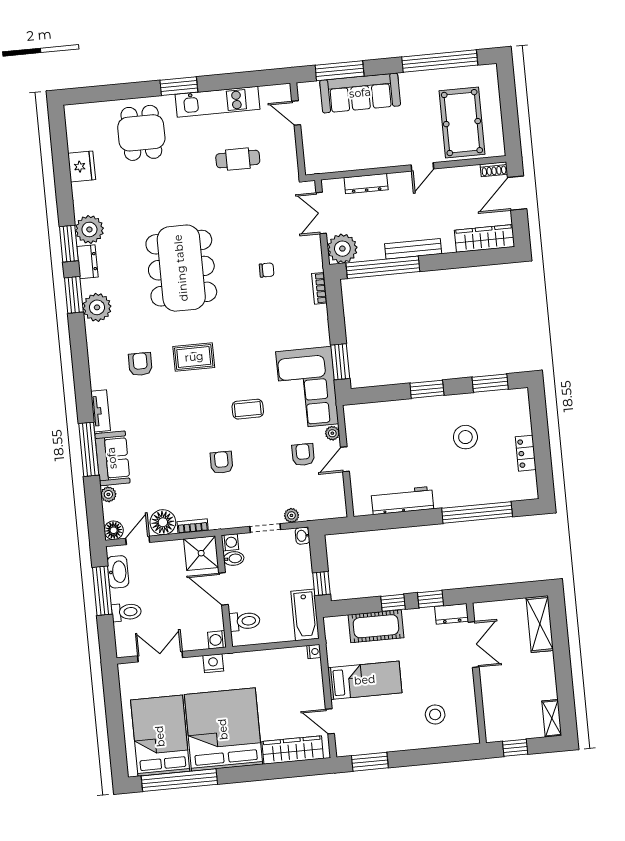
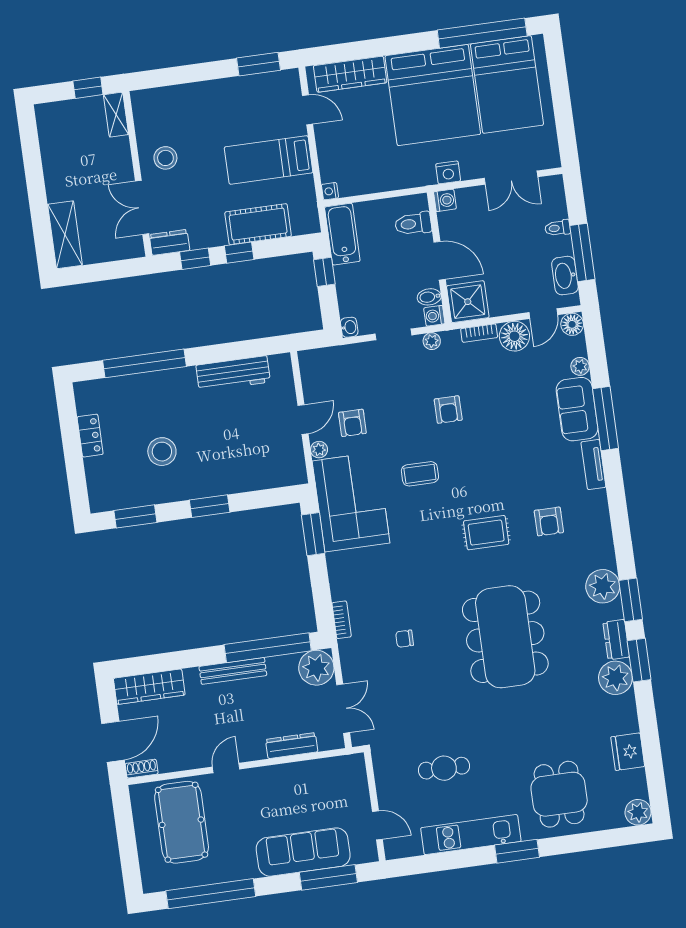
plant: (75, 115) -> (638, 812), added
plant: (291, 515) -> (432, 341), moved
toilet: (127, 612) -> (558, 228), width x0.73, depth x0.72
stool: (435, 714) -> (165, 158), moved
shelving: (552, 718) -> (116, 115), moved

